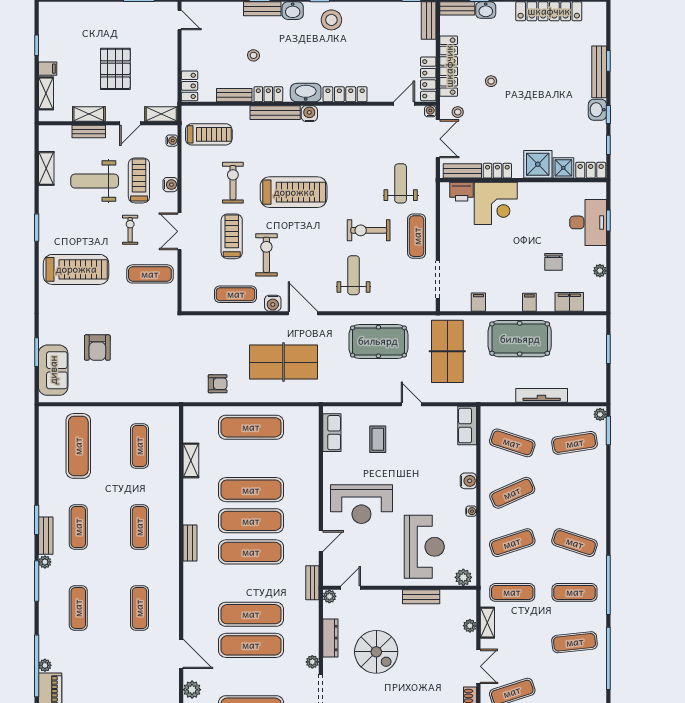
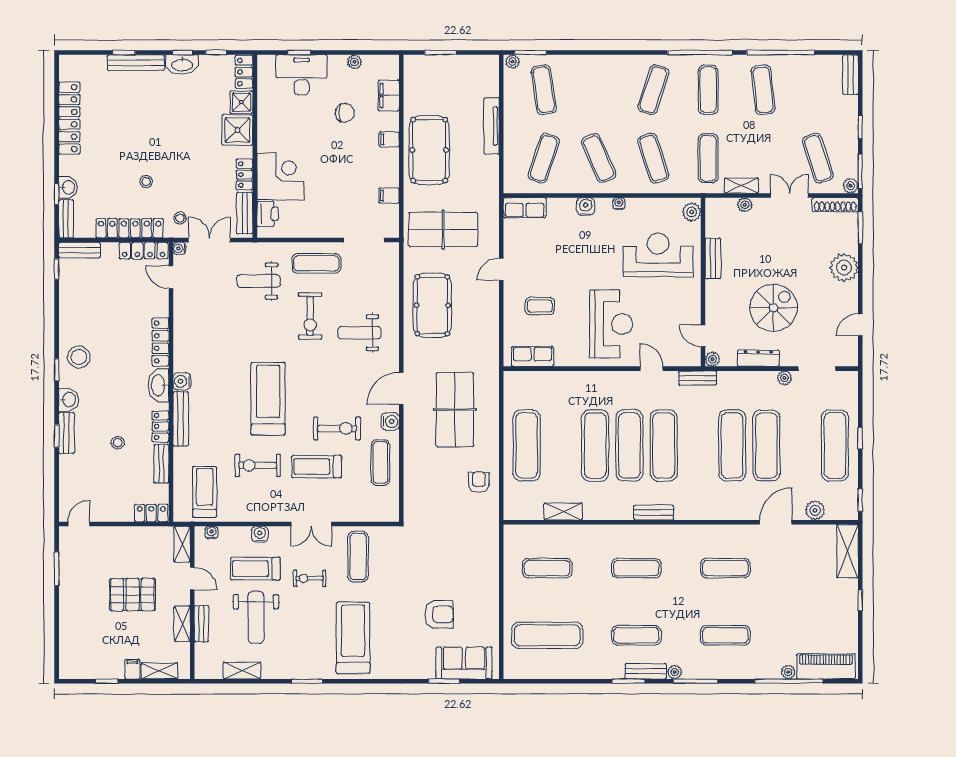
washbasin: (597, 110) -> (182, 65), width x1.38
exercise bike: (266, 255) -> (337, 429), turned 180

